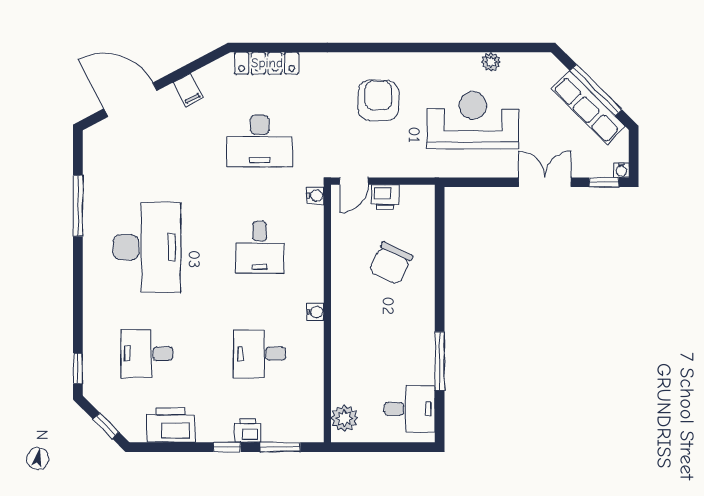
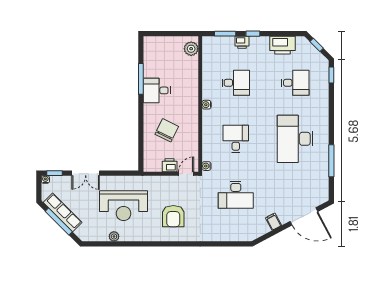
locker: (267, 63) -> (232, 236), removed
desk: (260, 141) -> (236, 195), turned 180
desk: (410, 409) -> (157, 90), moved

